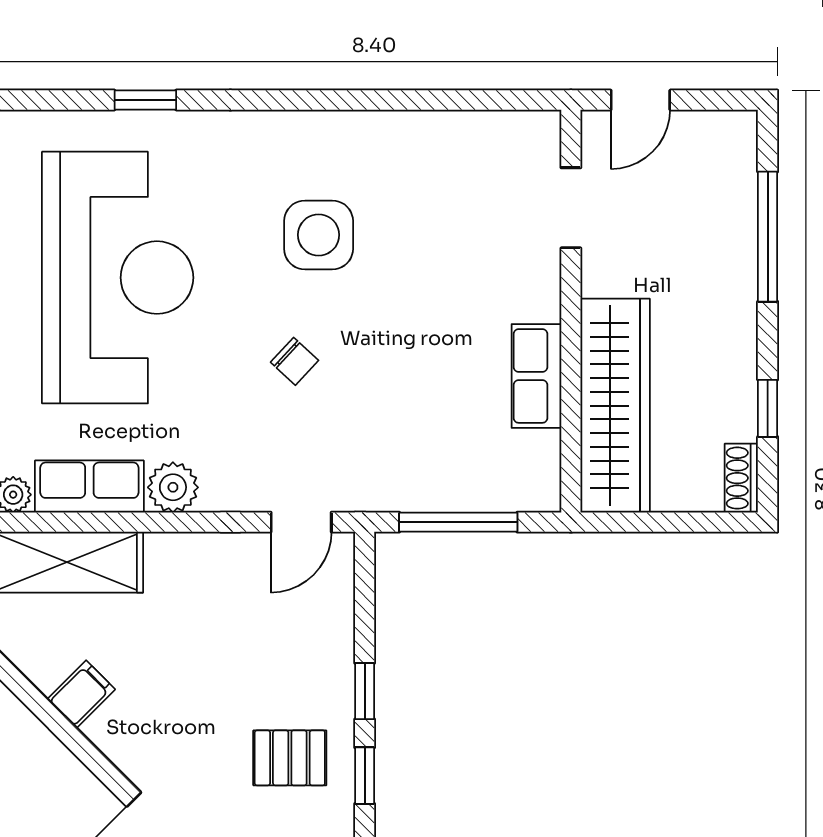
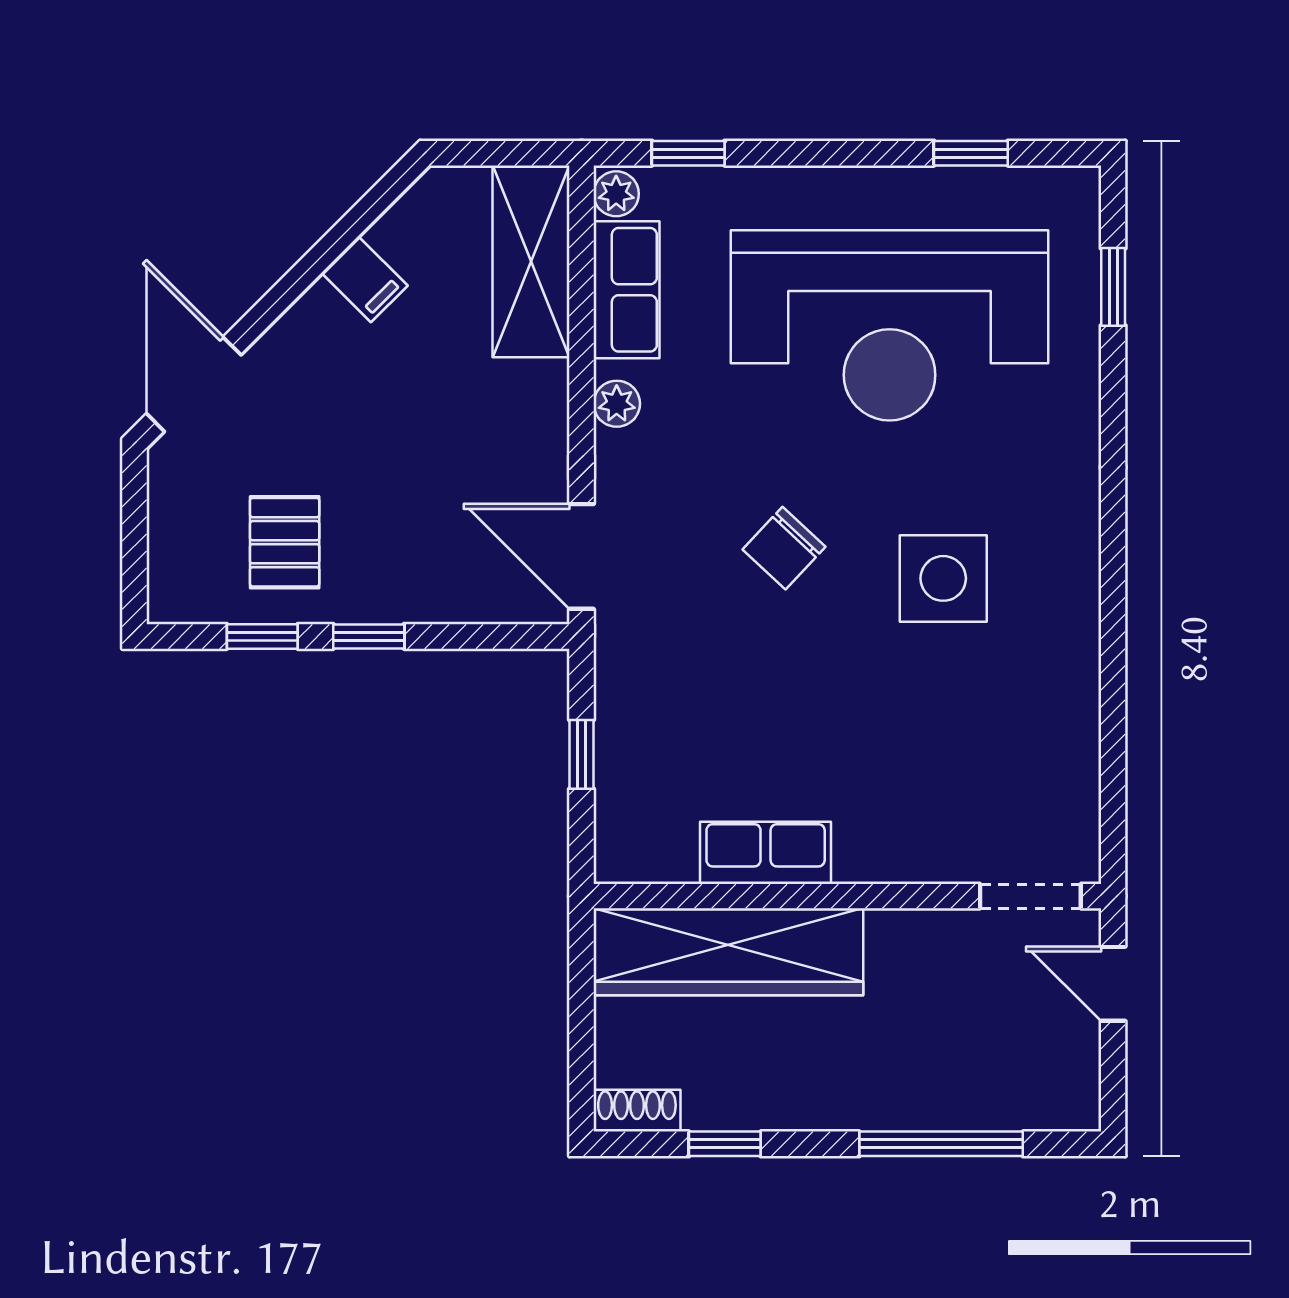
window: (145, 100) -> (1113, 287), moved
doorway: (571, 208) -> (1030, 896), moved
chair: (295, 361) -> (784, 548), width x1.37, depth x1.37
plant: (173, 487) -> (617, 404), width x0.73, depth x0.73
door: (301, 522) -> (582, 556), width x1.38
window: (458, 522) -> (582, 754), width x0.46

